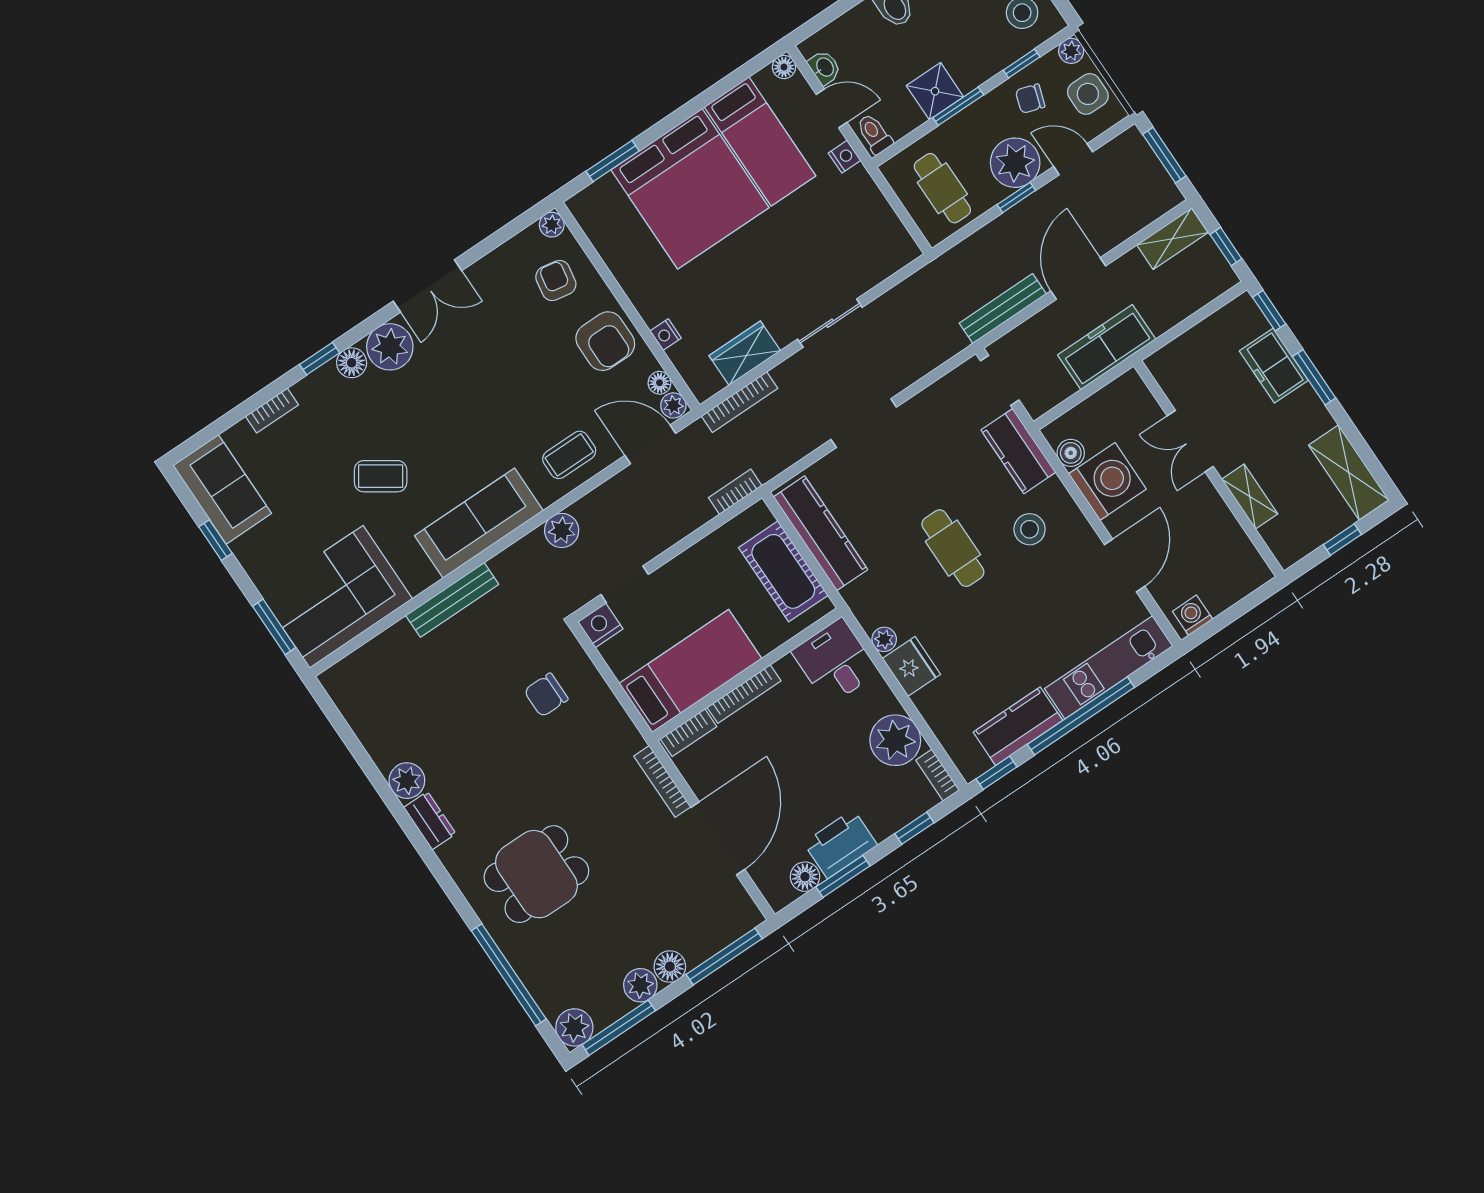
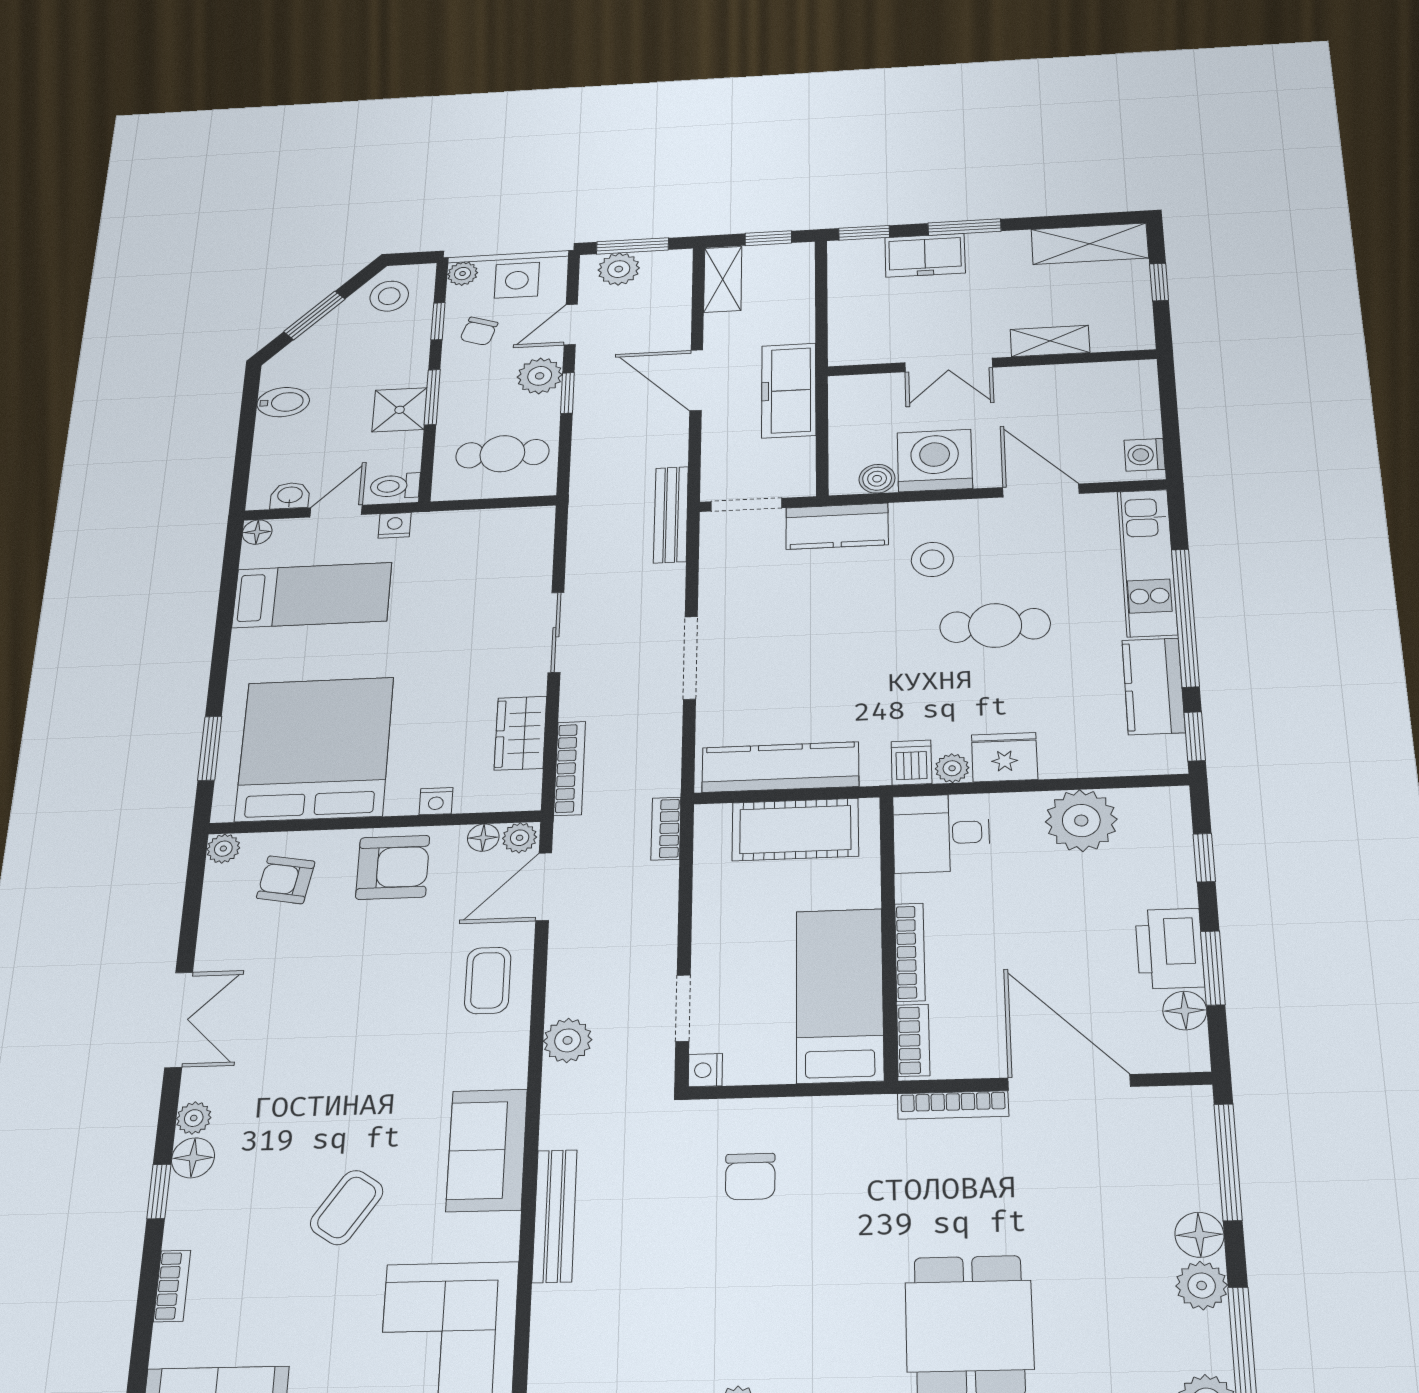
plant: (1139, 159) -> (619, 269), added
plant: (1015, 163) -> (540, 376), width x0.73, depth x0.73
bed: (690, 189) -> (315, 749), moved, turned -90
bench: (1003, 309) -> (671, 515), moved
plant: (390, 347) -> (194, 1118), width x0.53, depth x0.53
sofa: (479, 523) -> (487, 1150), width x0.73
cafe table: (953, 548) -> (995, 625), moved
dishwasher: (873, 612) -> (911, 763), added
nightstand: (600, 625) -> (705, 1070), width x0.72, depth x0.74
bookcase: (938, 775) -> (1155, 799), removed

